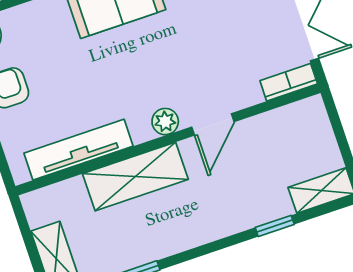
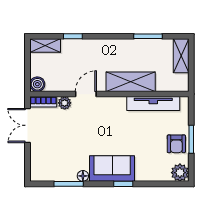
boiler: (311, 112) -> (37, 84), added
plant: (165, 122) -> (65, 103), moved

